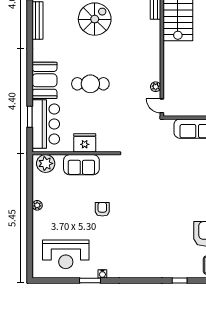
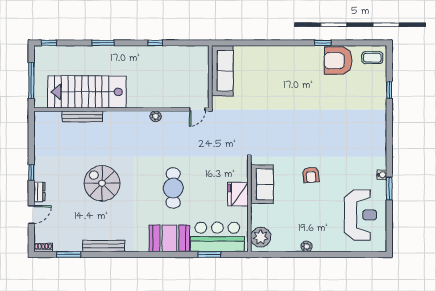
plant: (156, 87) -> (156, 116), moved
sofa: (81, 165) -> (262, 184), moved
armchair: (102, 209) -> (311, 175), turned -95

